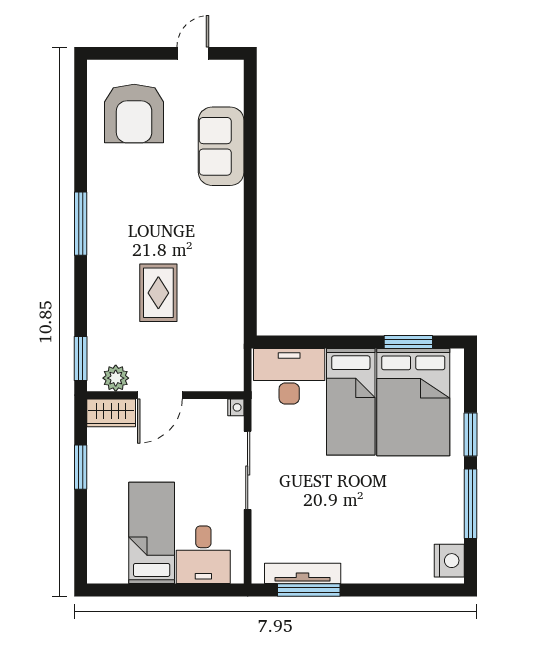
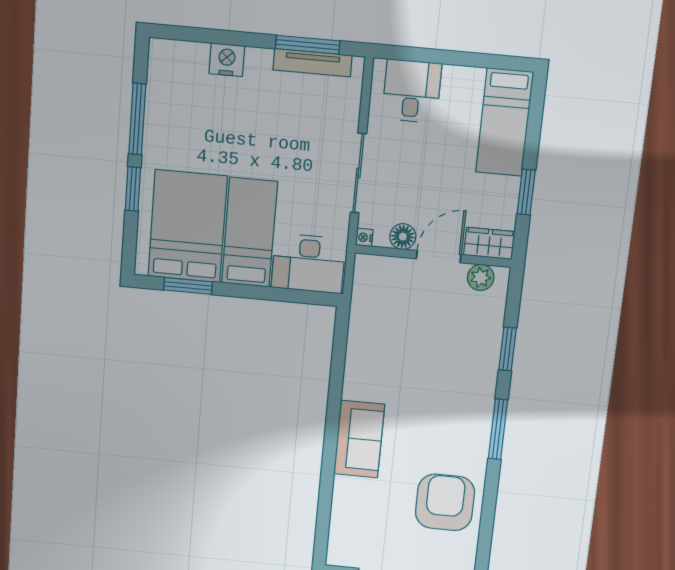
armchair: (134, 114) -> (445, 502), moved
sofa: (221, 146) -> (359, 439), moved
rug: (158, 293) -> (429, 356), removed
window: (81, 358) -> (508, 349), moved
floor lamp: (198, 412) -> (403, 237), added
bed: (152, 533) -> (505, 122), moved
nightstand: (449, 561) -> (227, 60), moved, turned 90

